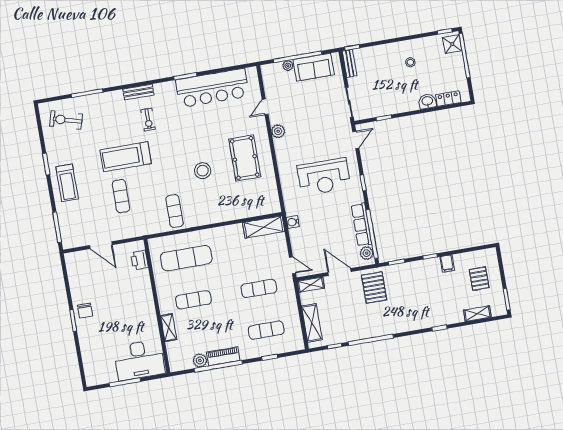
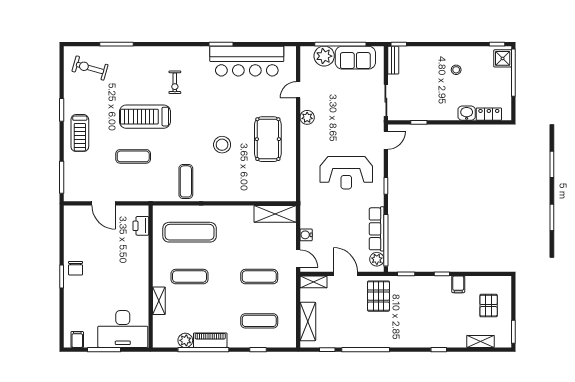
plant: (288, 66) -> (324, 56), width x1.88, depth x1.88
bench: (138, 92) -> (170, 52), removed
exercise mat: (121, 196) -> (133, 156), turned 90
water cooler: (293, 222) -> (306, 235), moved
filing cabinet: (98, 377) -> (77, 339), added

